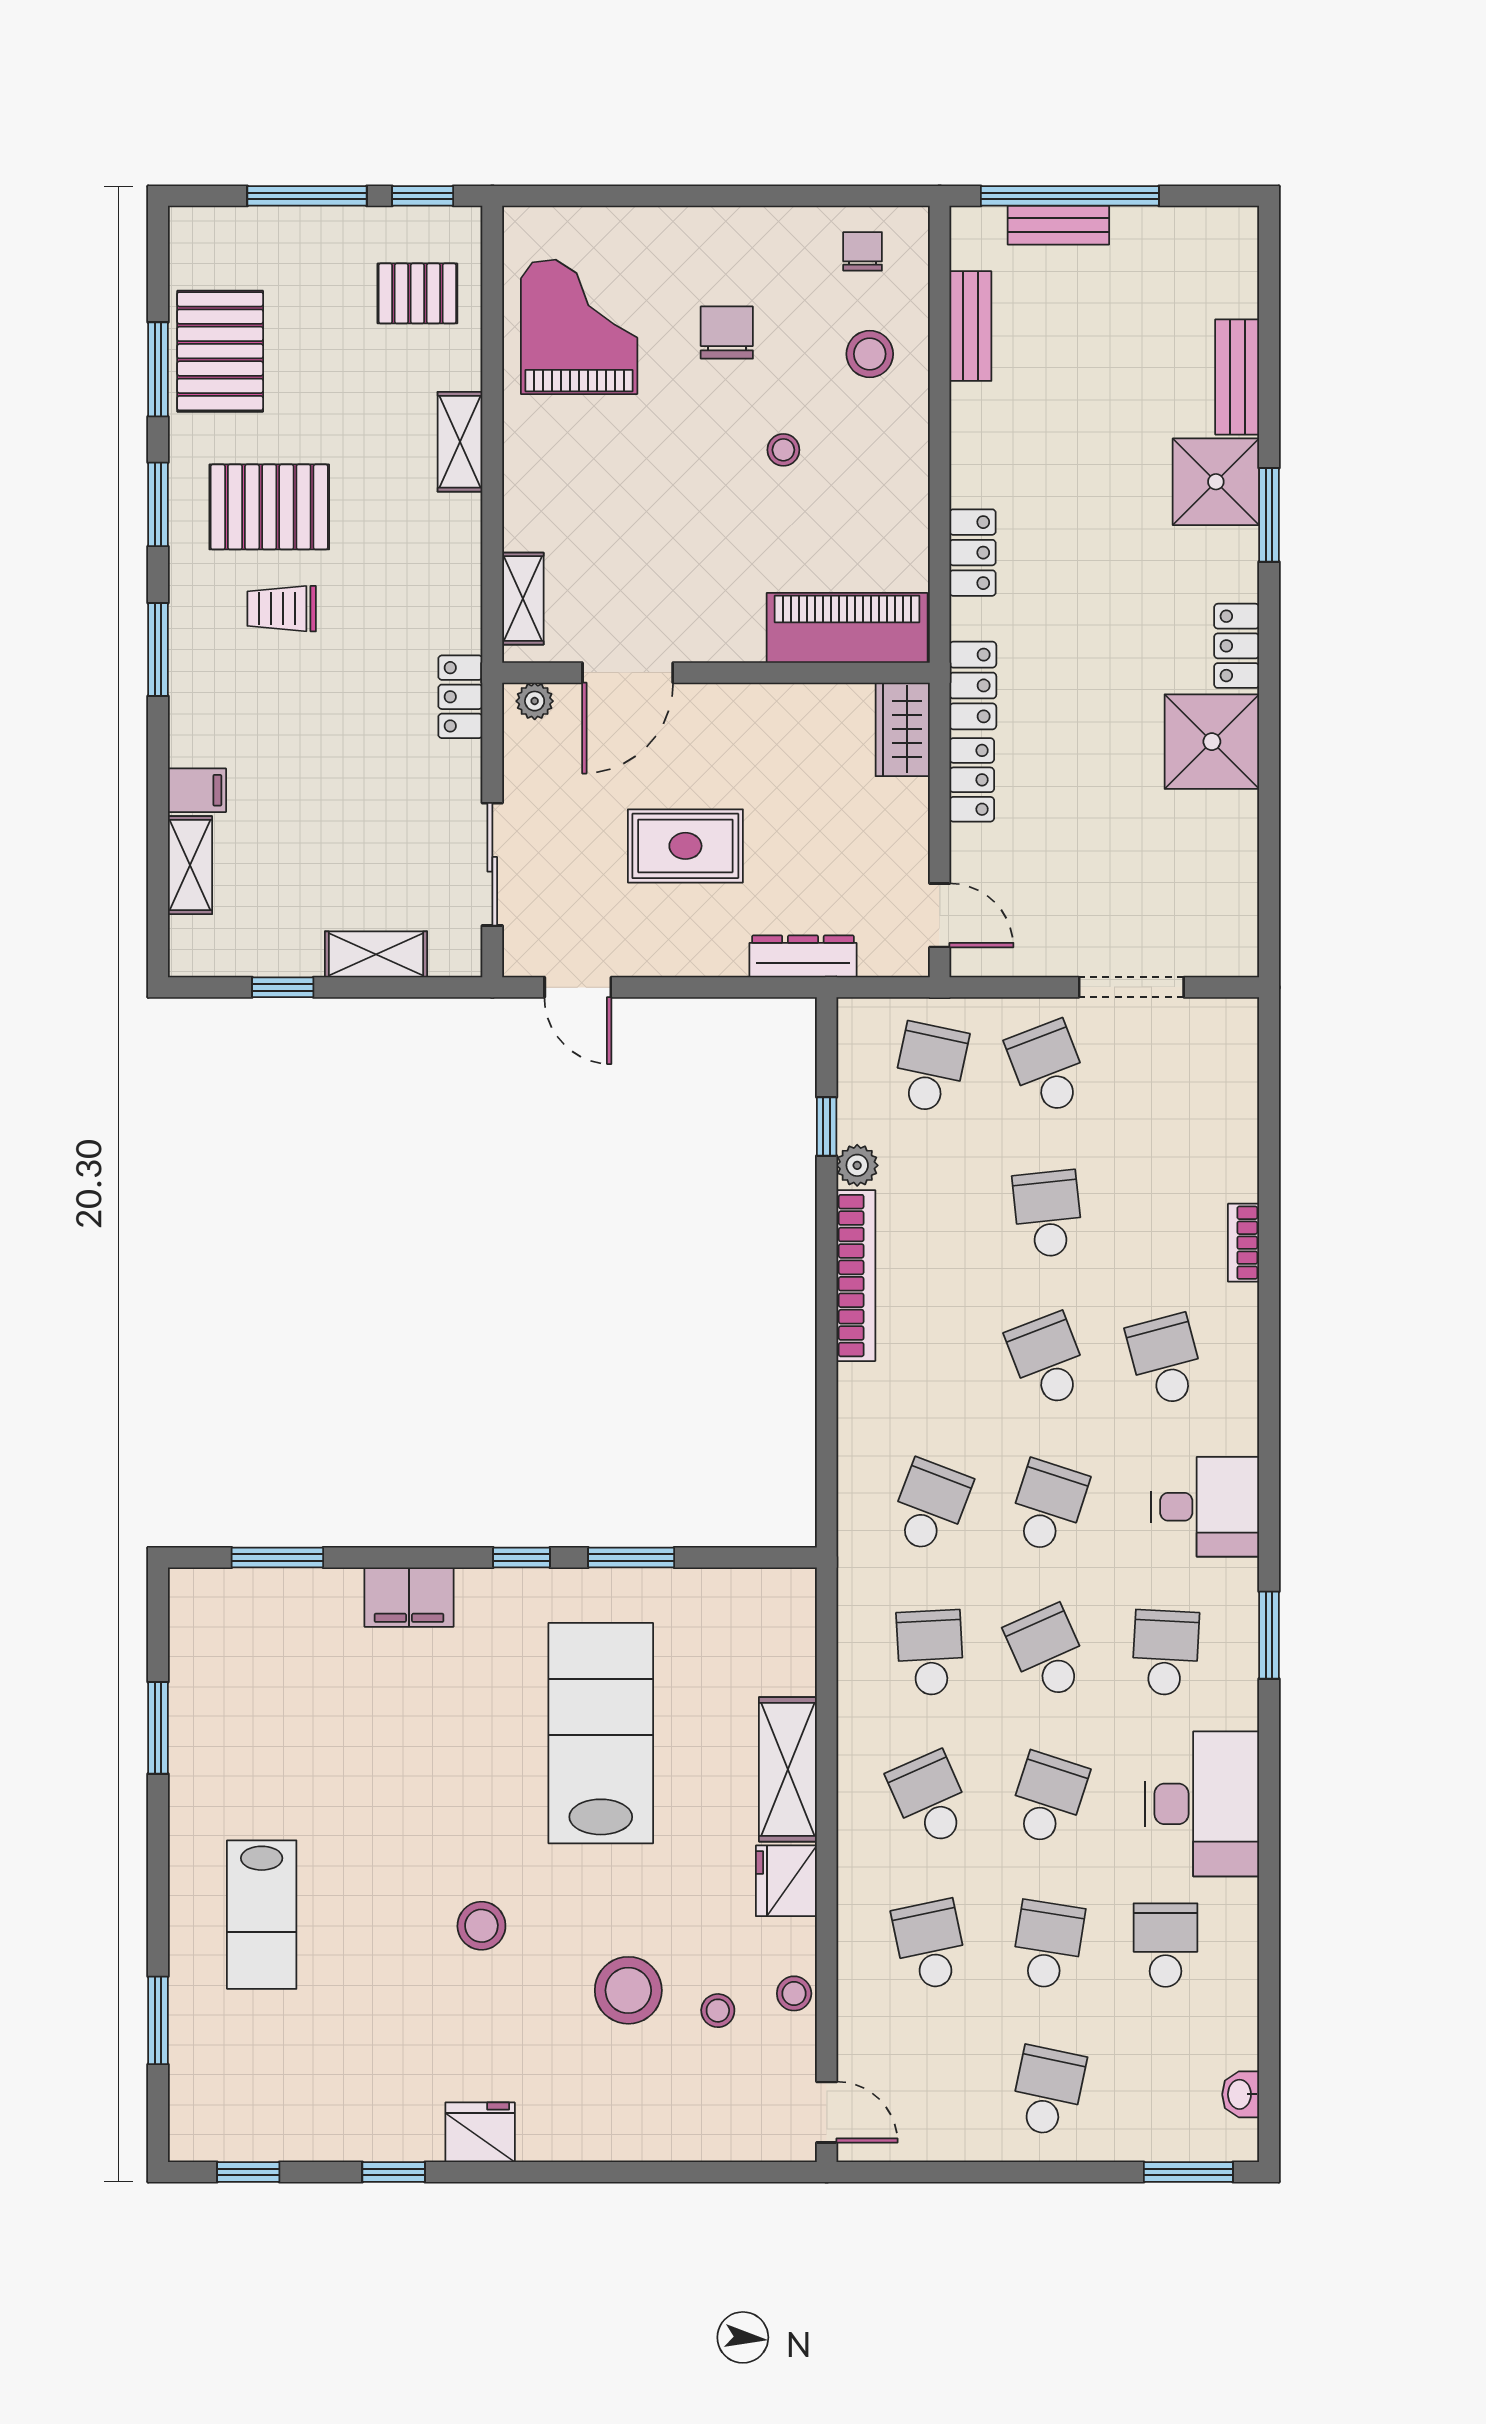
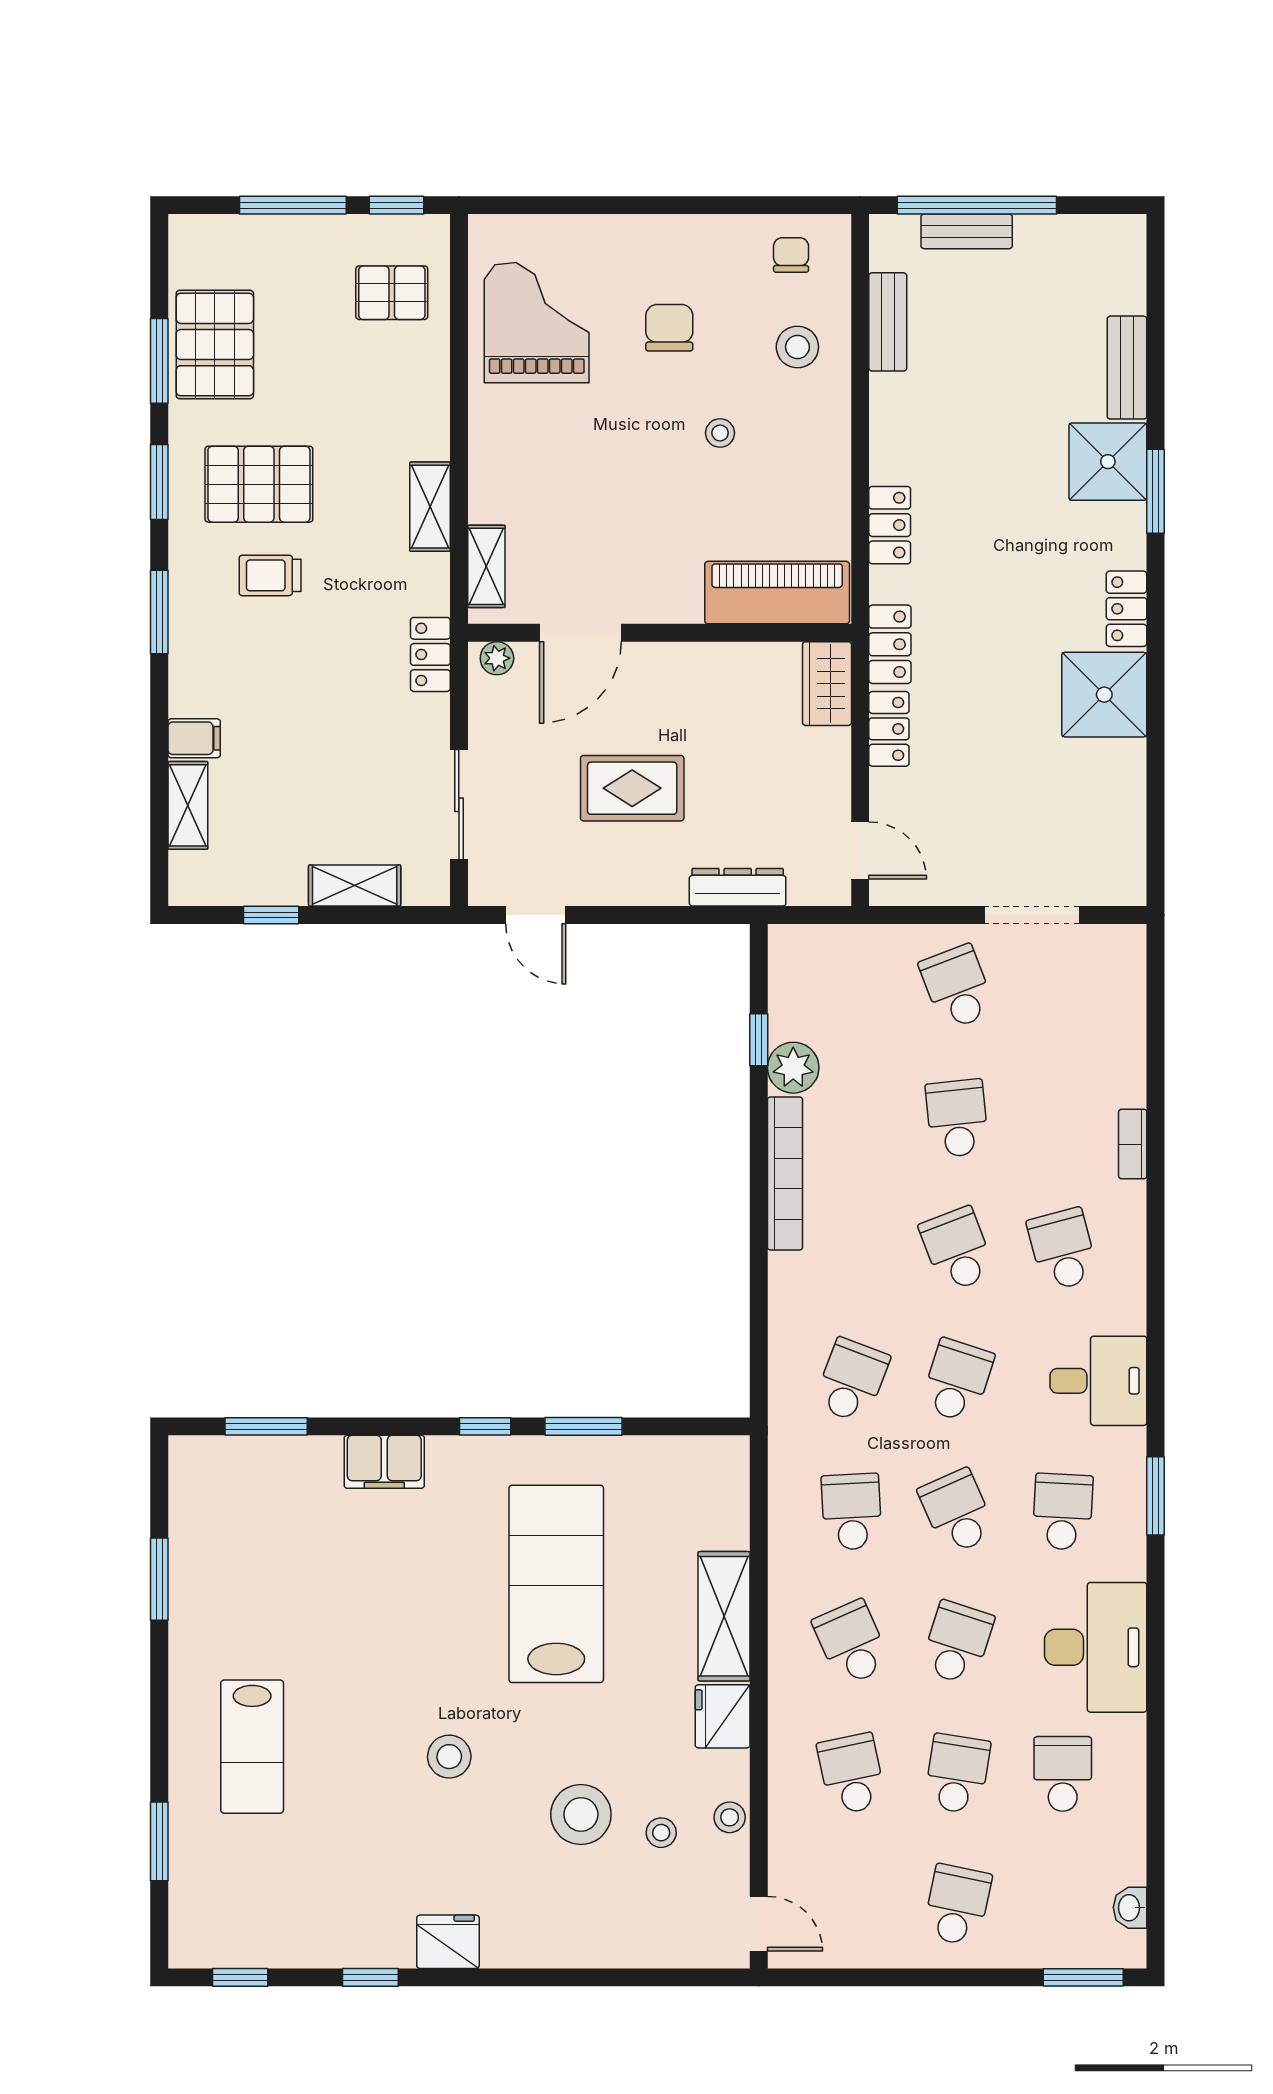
shelving: (460, 442) -> (430, 507), moved
school desk: (930, 1068) -> (852, 987), removed
plant: (857, 1165) -> (793, 1068), width x1.38, depth x1.38

